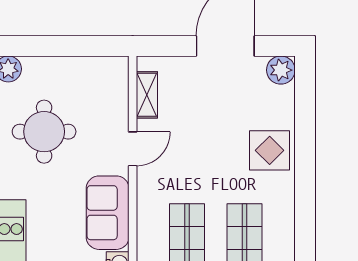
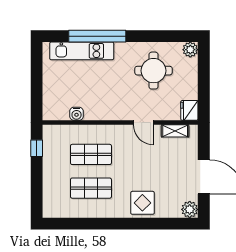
fridge: (112, 70) -> (189, 110), added
sofa: (108, 213) -> (106, 108), removed

